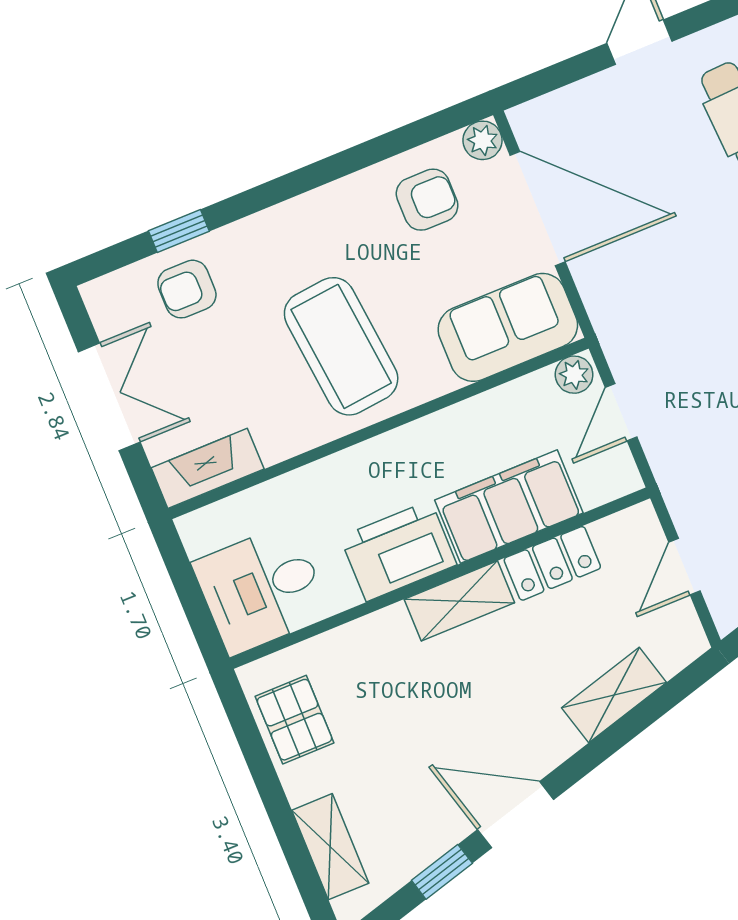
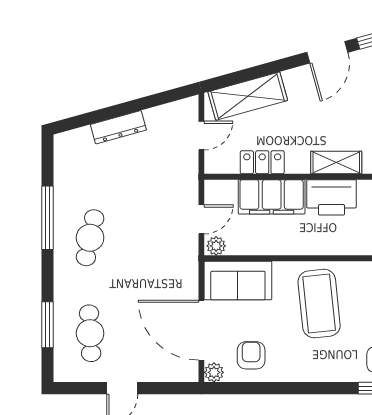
armchair: (427, 200) -> (251, 355), turned 90
shelving: (459, 601) -> (336, 162), moved
shelving: (614, 695) -> (248, 96), width x1.50, depth x1.33
door: (516, 815) -> (327, 52), hinge flipped

